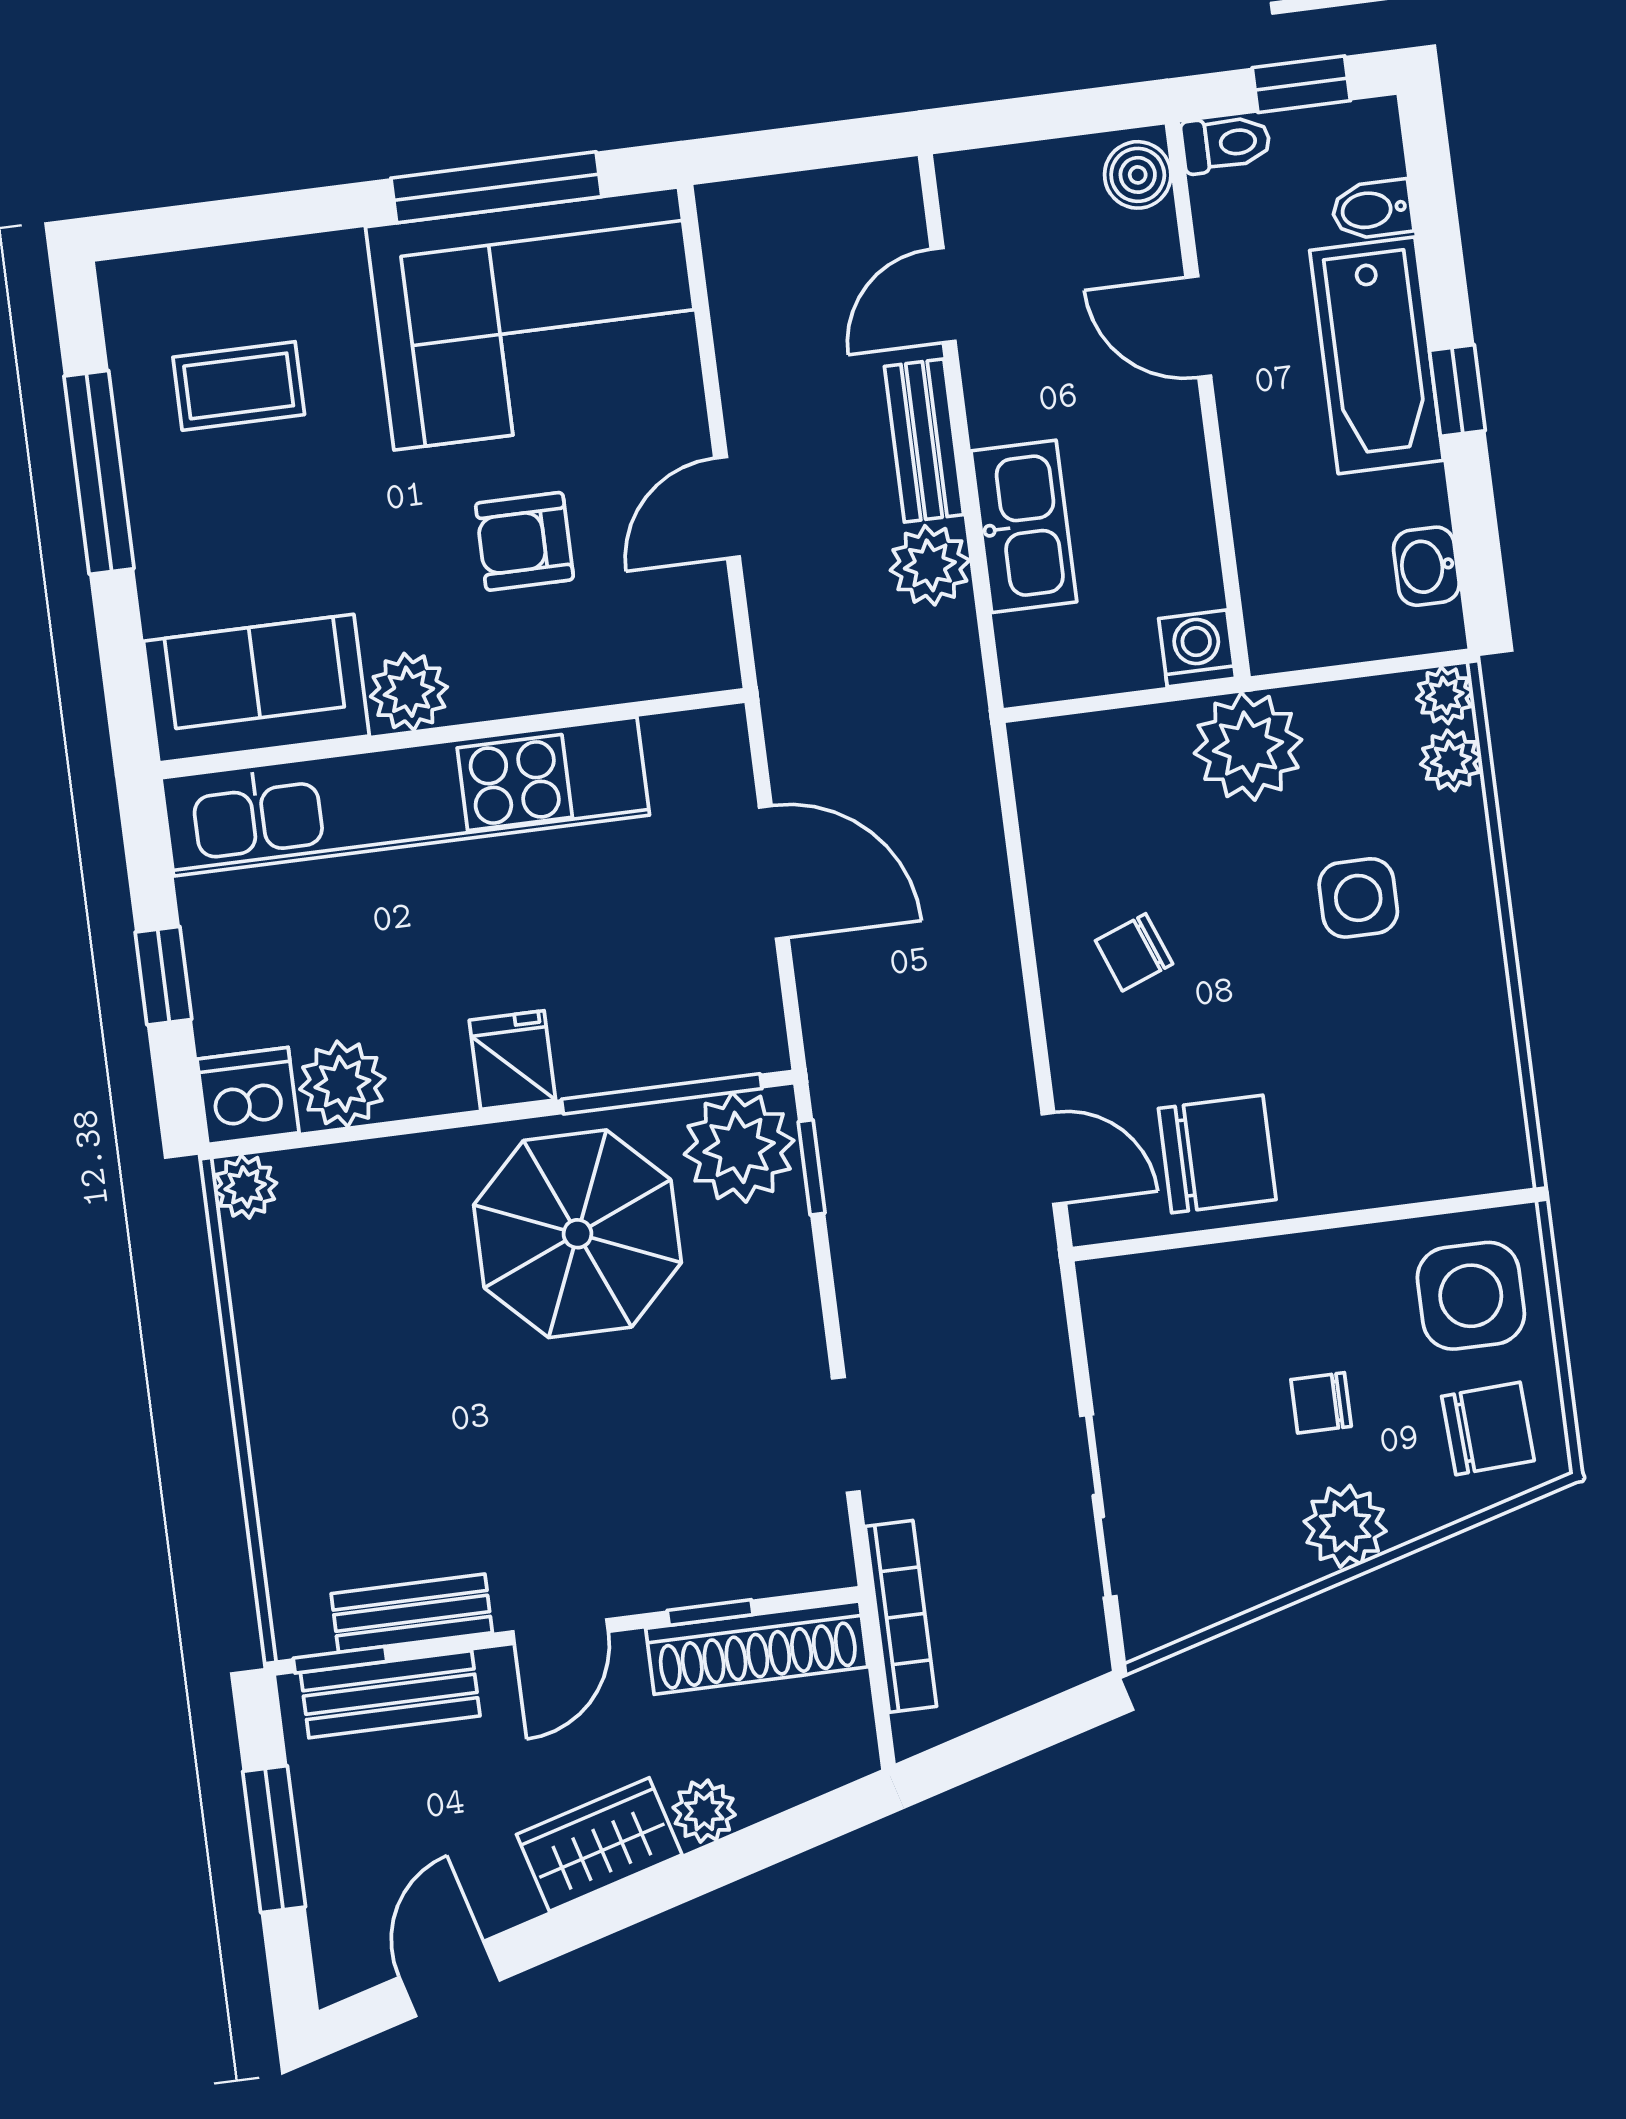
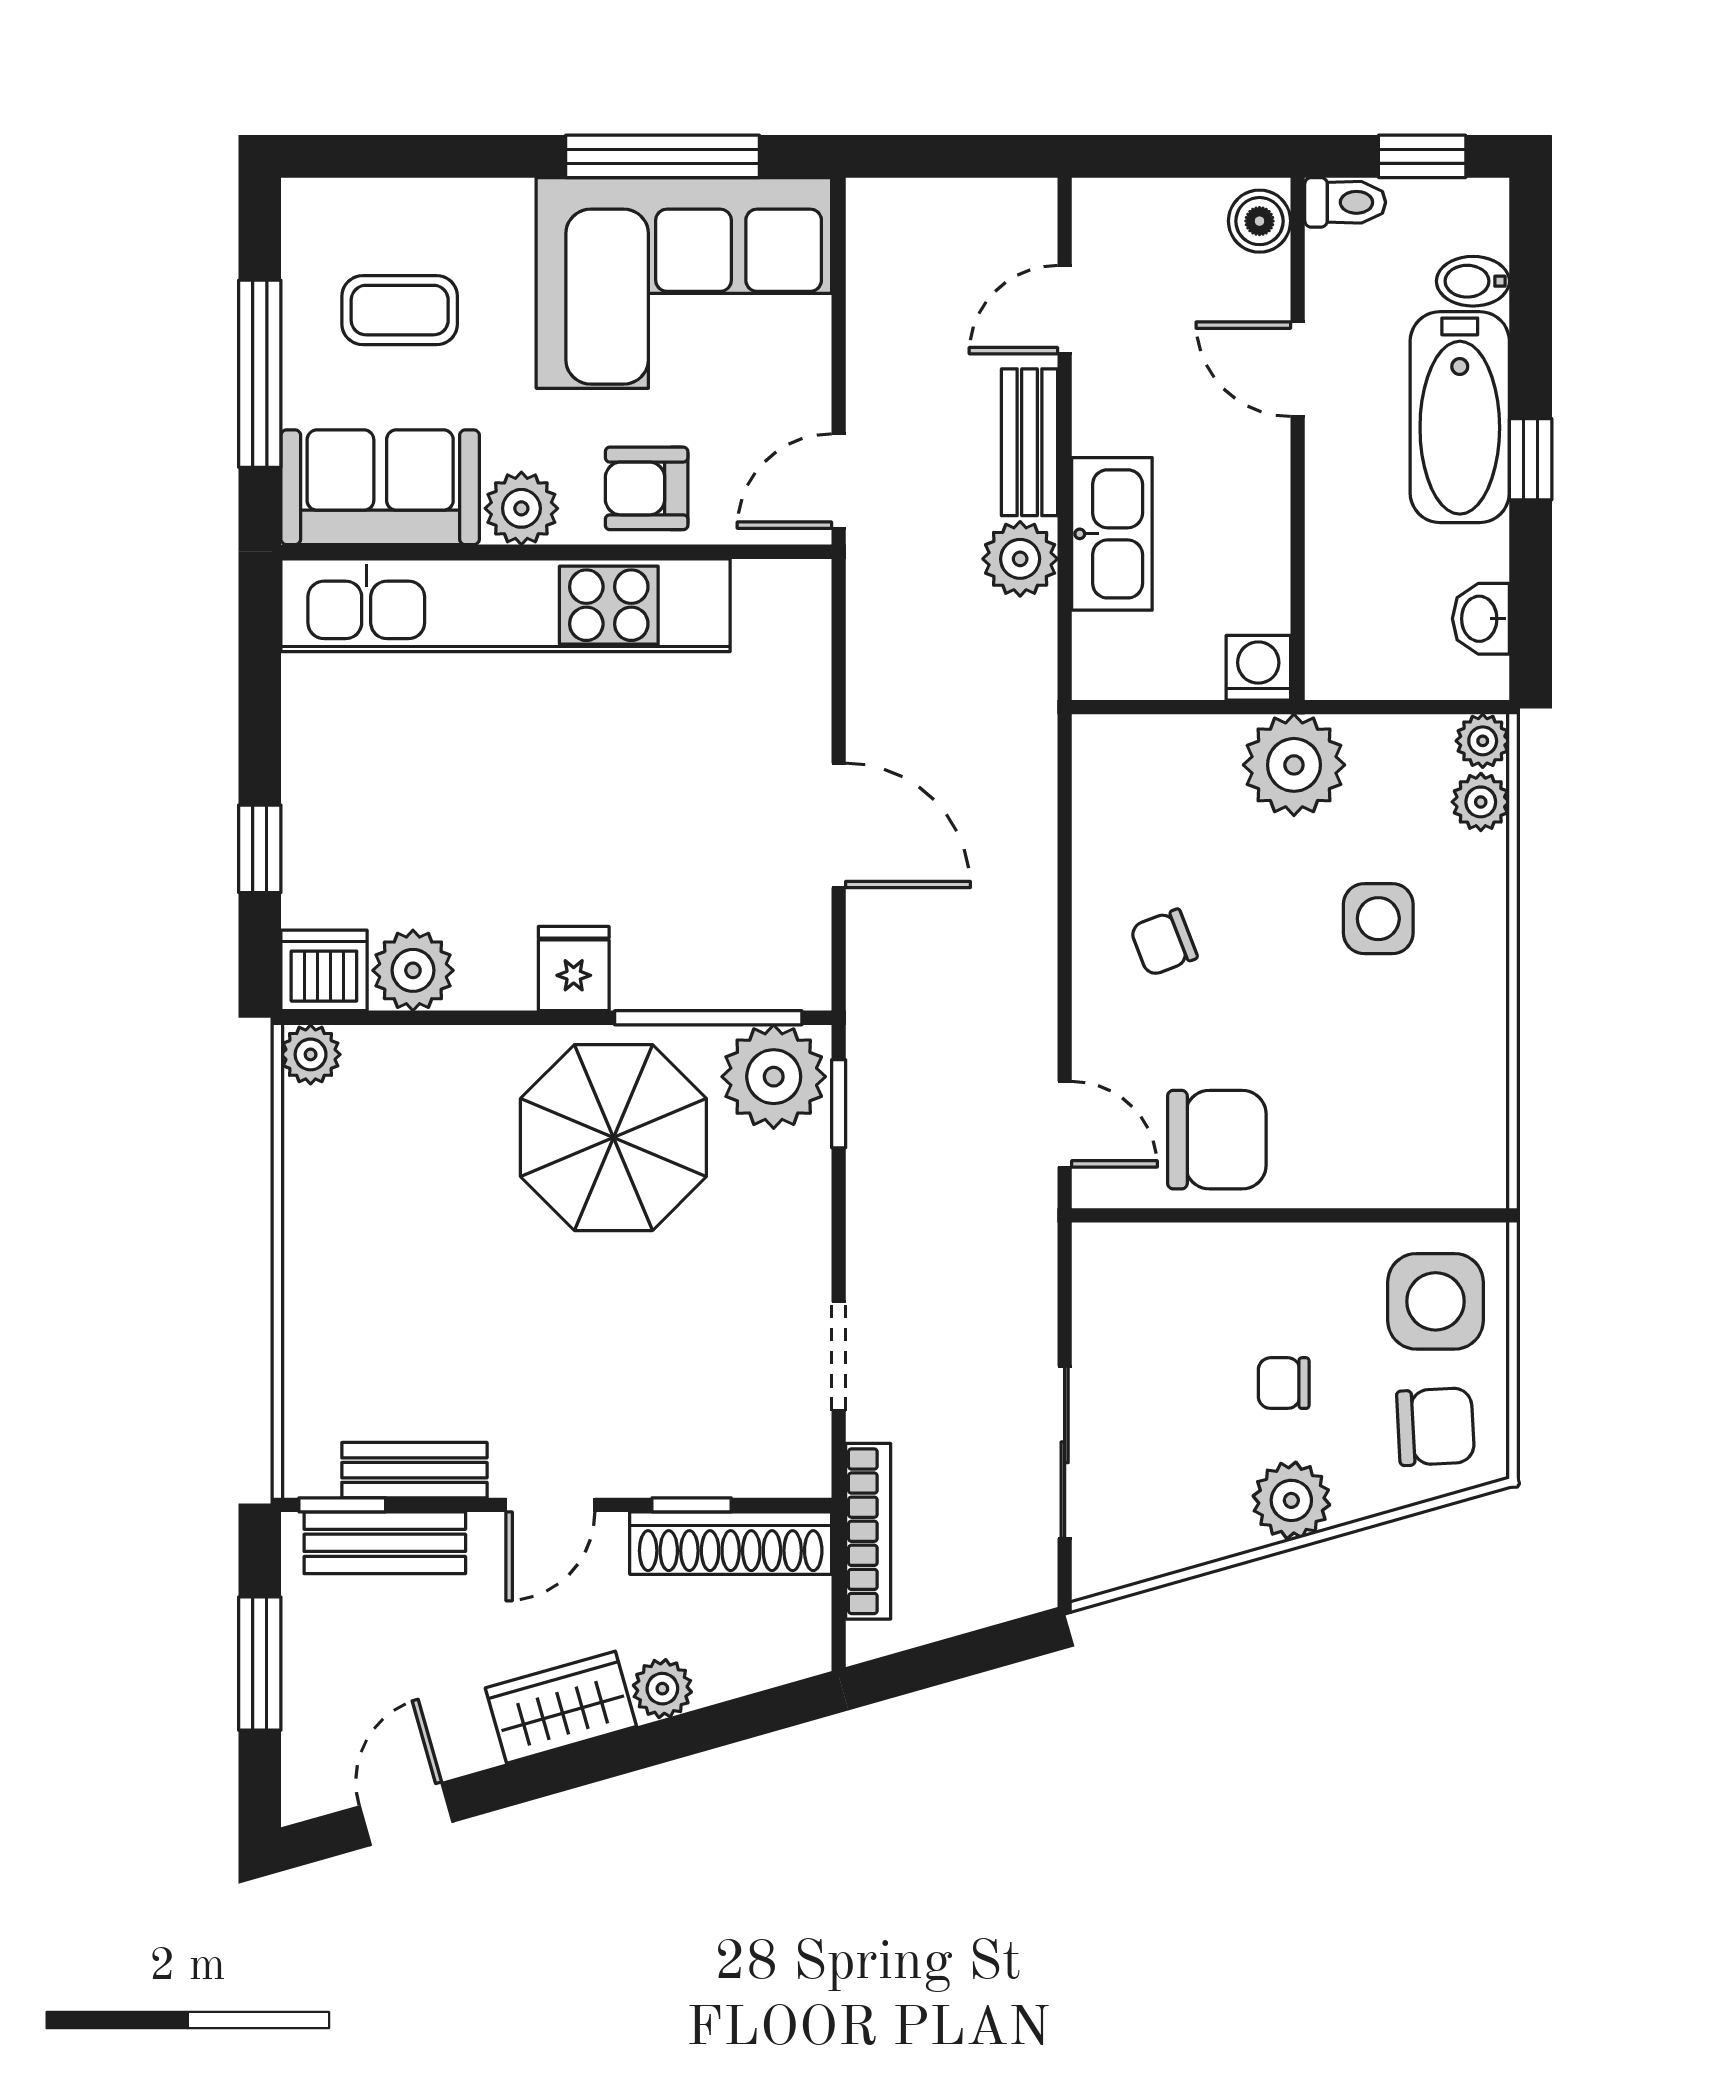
sofa: (256, 689) -> (380, 487), moved
plant: (409, 692) -> (521, 508), moved
wall: (452, 733) -> (556, 552), moved
kitchen unit: (405, 797) -> (505, 605), moved

